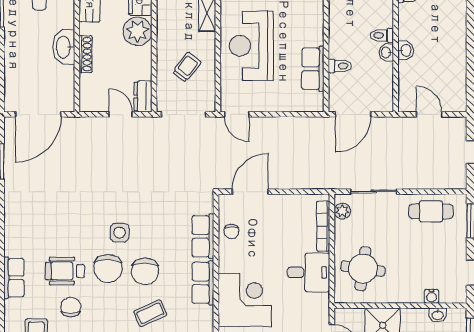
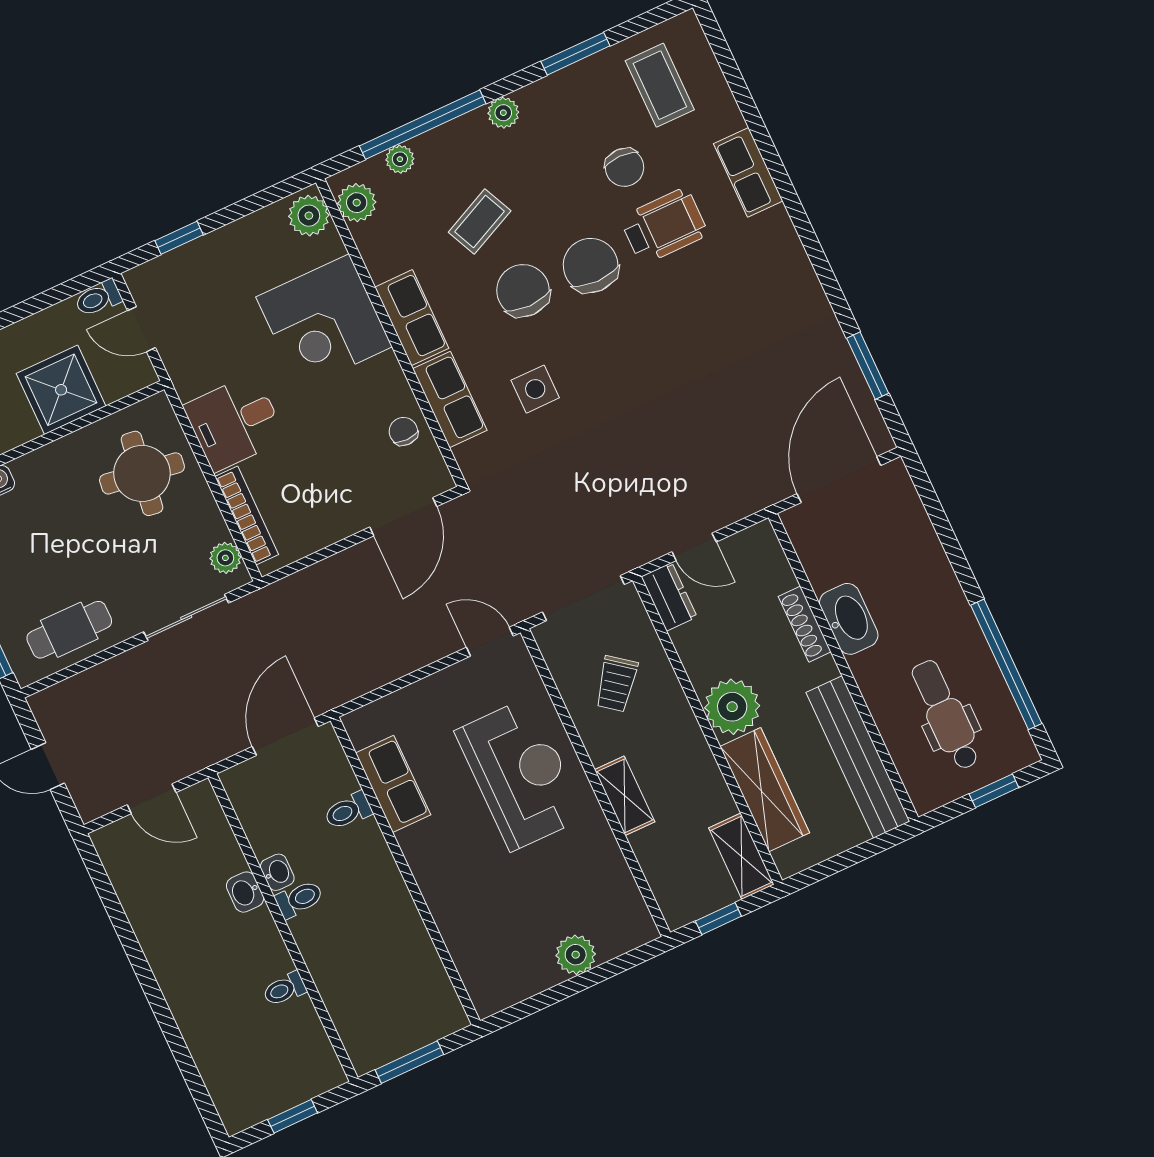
side table: (120, 233) -> (535, 389), moved

